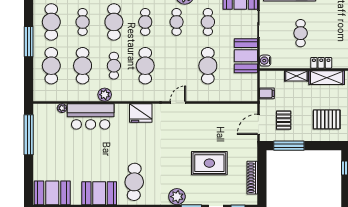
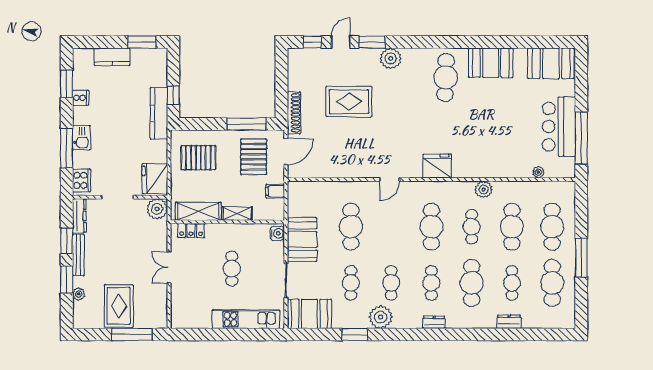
locker: (321, 63) -> (191, 230), moved
bar counter: (91, 116) -> (559, 127), moved, turned -90
pallet: (284, 120) -> (254, 157), width x1.50, depth x1.42
shoe rack: (252, 178) -> (294, 113), moved

